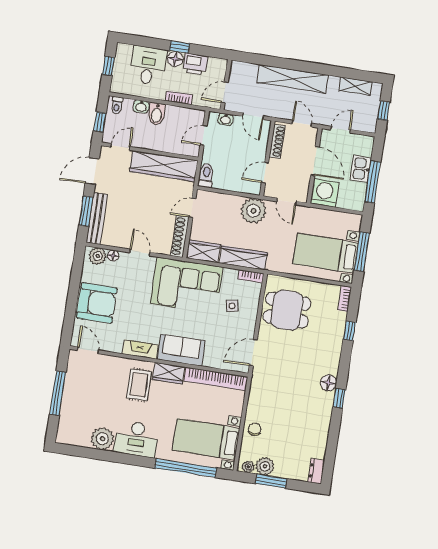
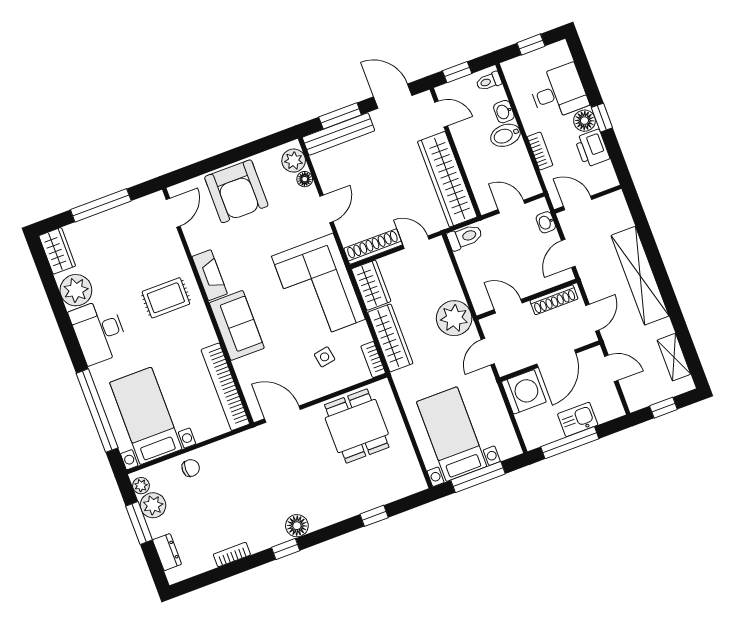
bookcase: (345, 299) -> (232, 555), moved
wardrobe: (169, 373) -> (57, 251), moved, turned 180
dresser: (316, 471) -> (167, 552), moved, turned 90

